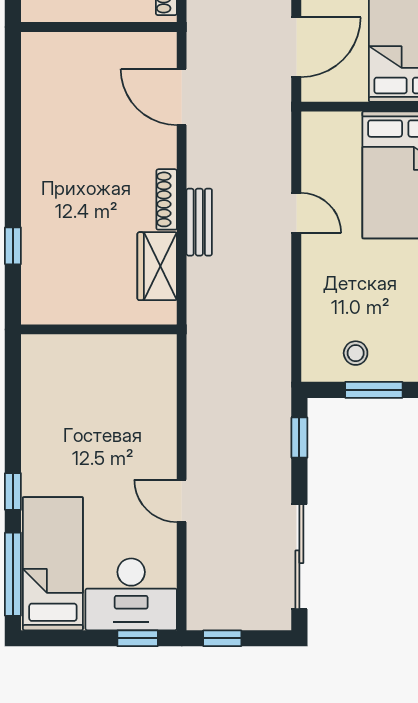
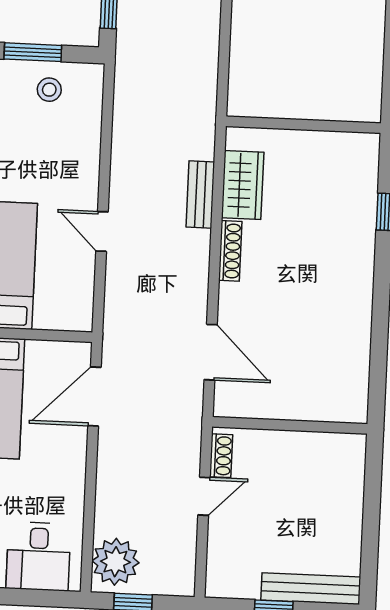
bench: (199, 222) -> (200, 195), moved

